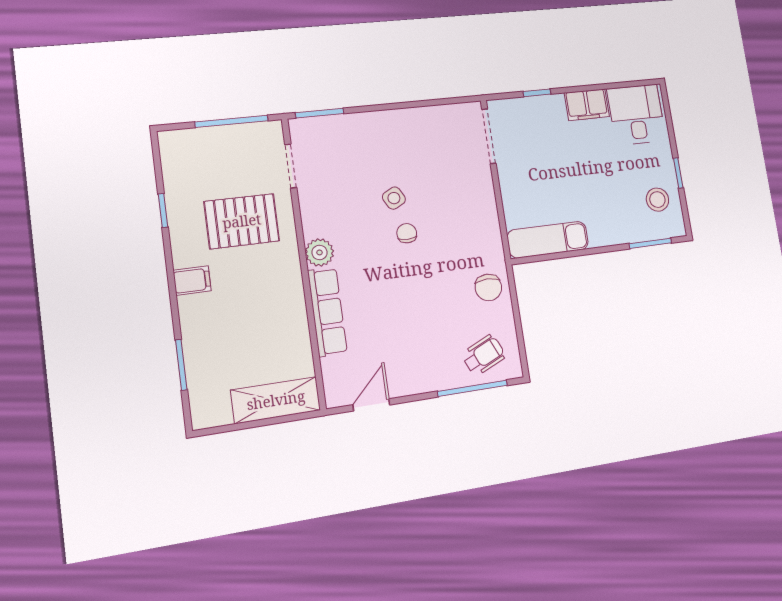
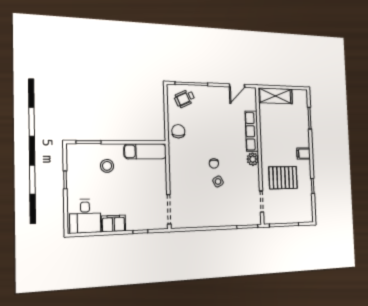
stool: (657, 200) -> (107, 166), moved

